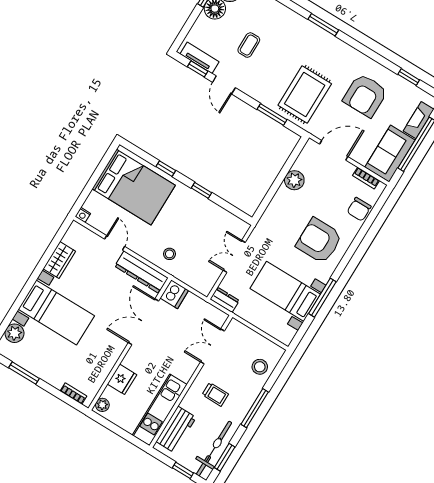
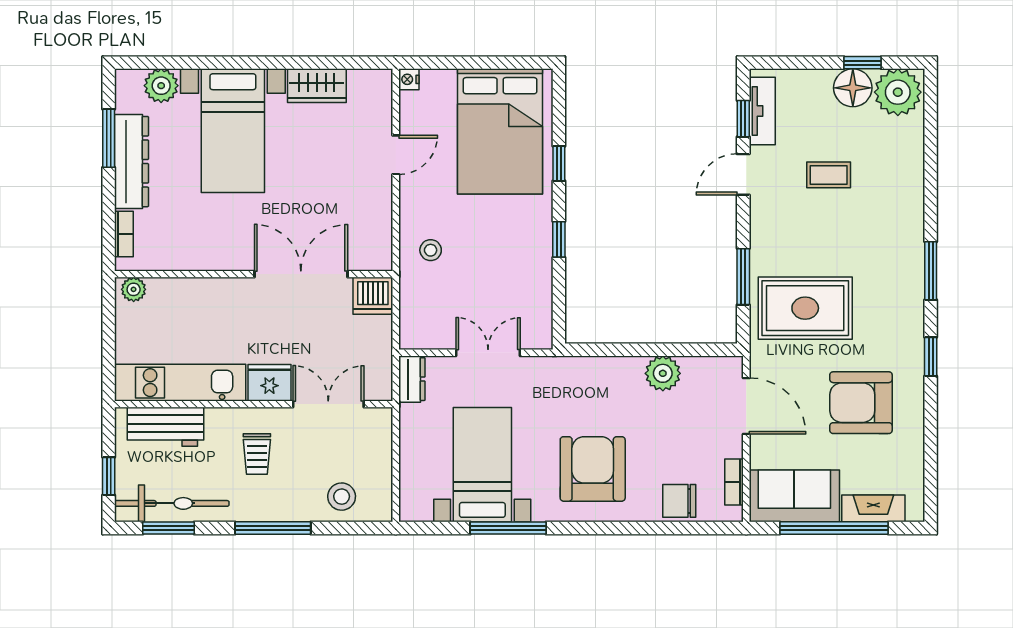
window: (409, 77) -> (931, 357), moved
dresser: (141, 272) -> (132, 162), moved, turned 180
fridge: (122, 379) -> (269, 383), moved, turned 180

